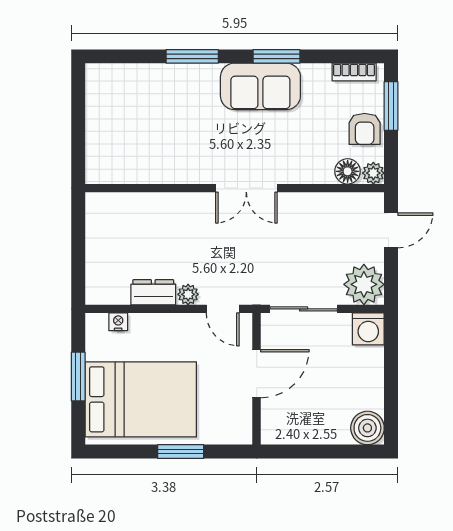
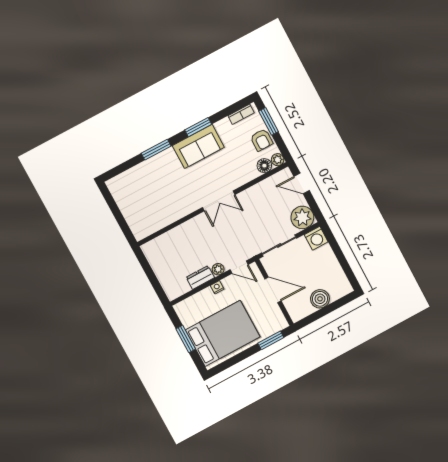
door: (391, 230) -> (302, 183), swing flipped
nightstand: (118, 322) -> (217, 287), moved
door: (257, 374) -> (273, 290), hinge flipped
boiler: (367, 428) -> (320, 299), moved
window: (181, 452) -> (271, 340), moved

